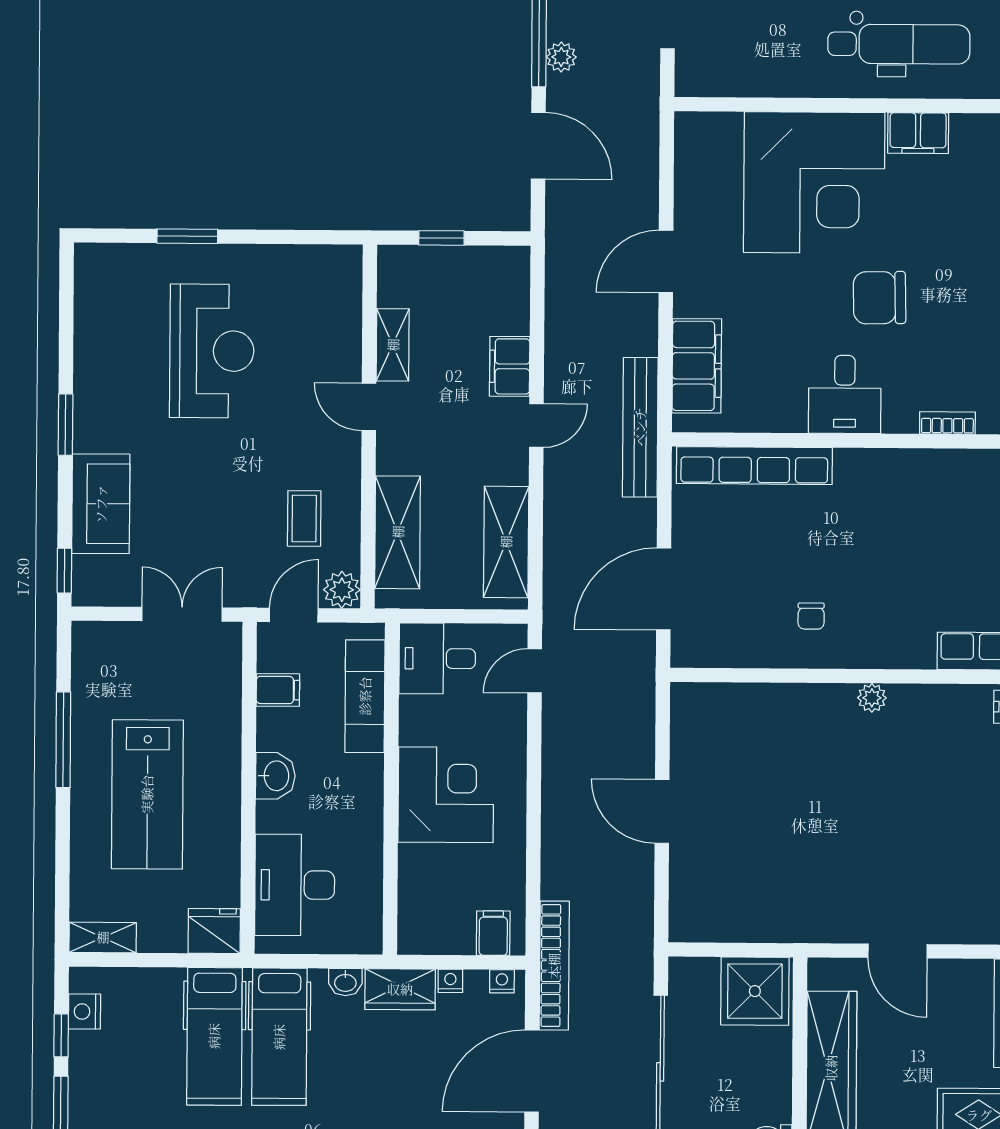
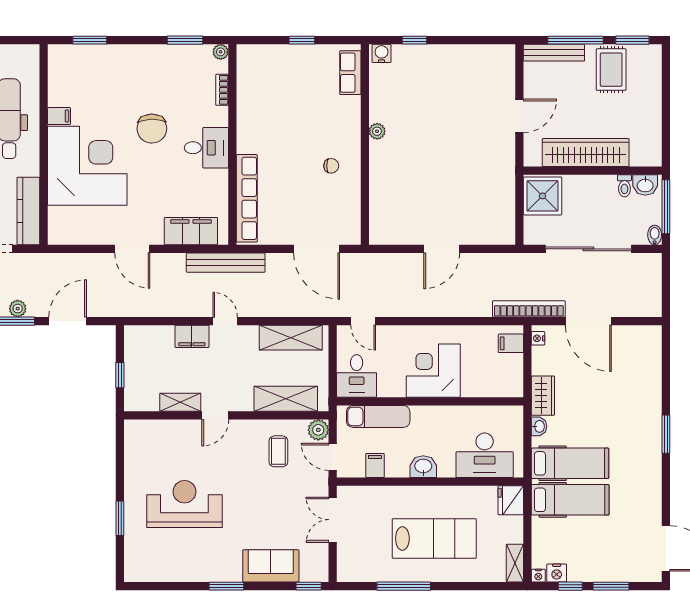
kitchen counter: (734, 77) -> (28, 211), added
filing cabinet: (918, 133) -> (59, 116), width x0.50
coffee table: (304, 518) -> (278, 451), turned 90
nightstand: (450, 981) -> (538, 576), moved, turned -90

